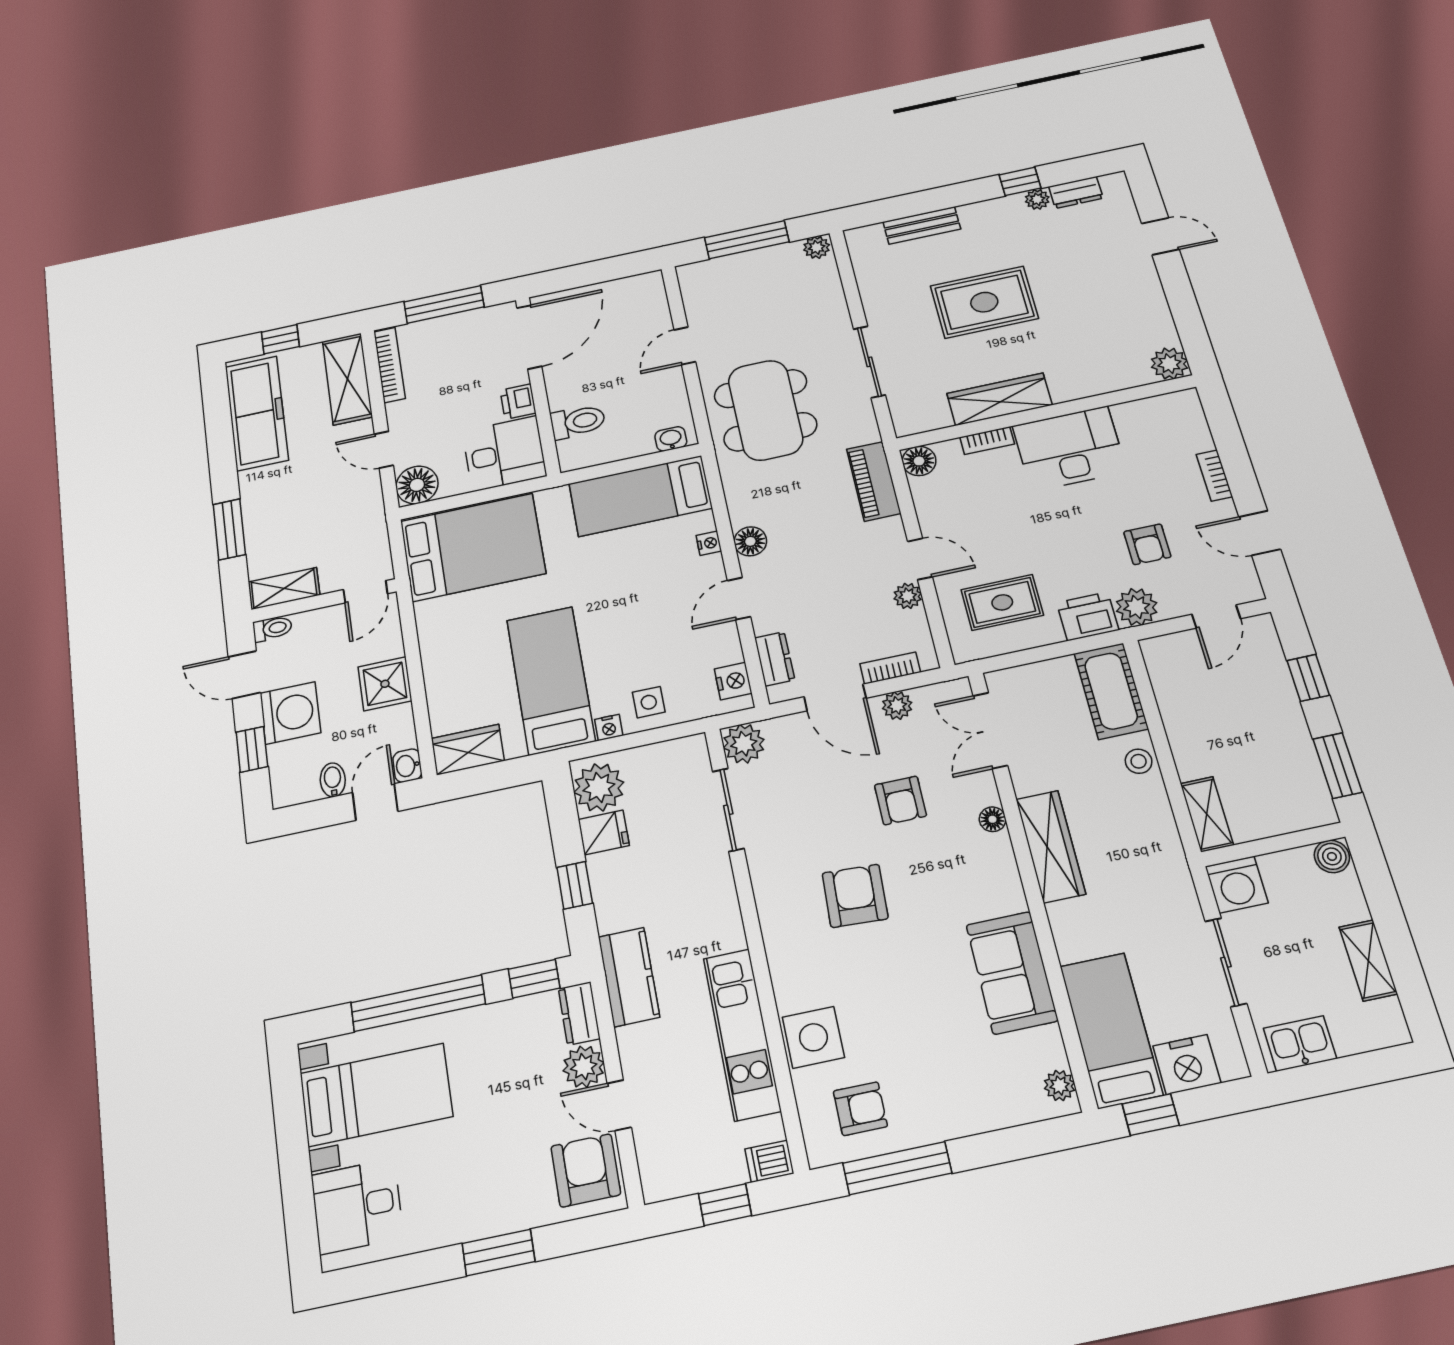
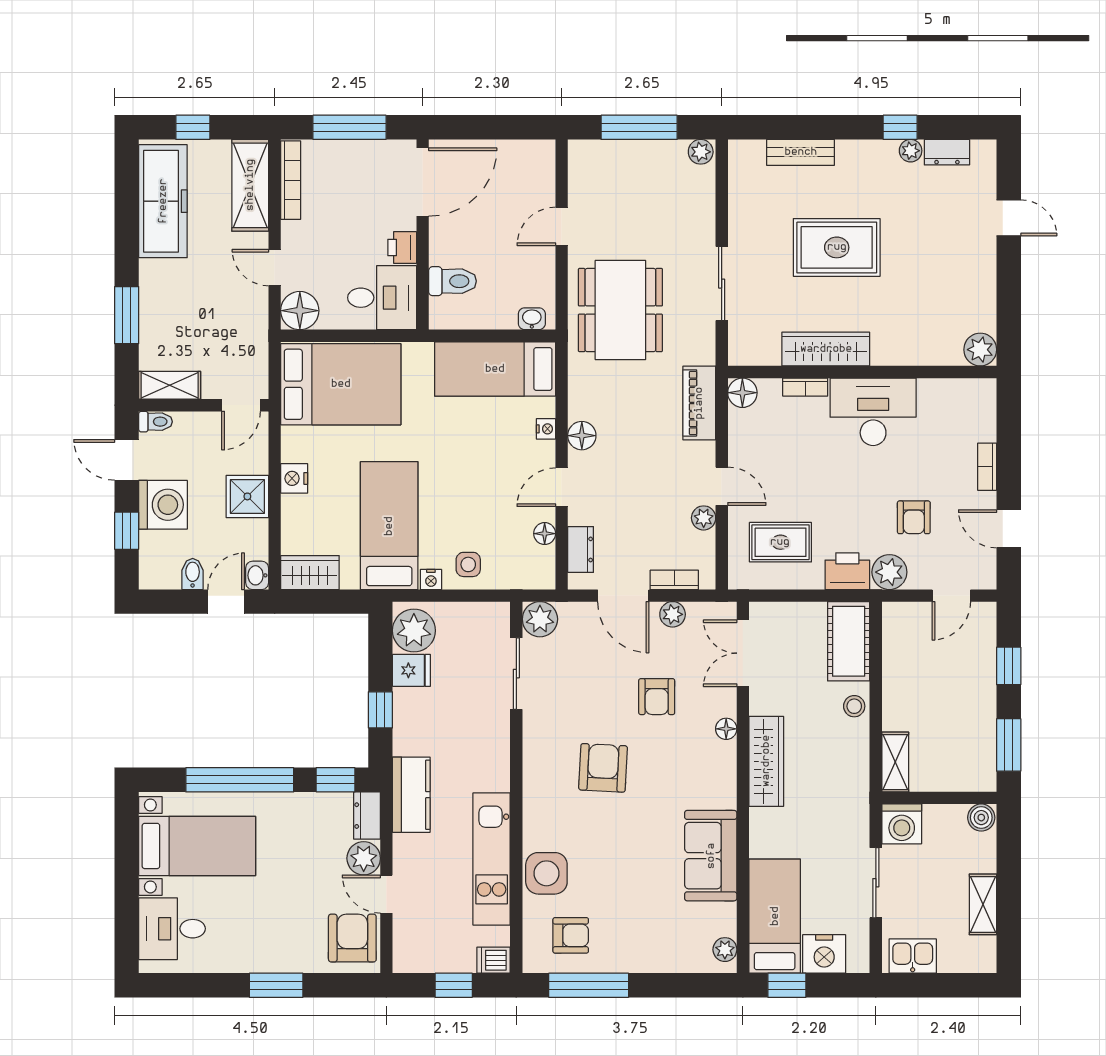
floor lamp: (730, 651) -> (545, 534), added
nightstand: (733, 681) -> (294, 478), moved, turned 180

